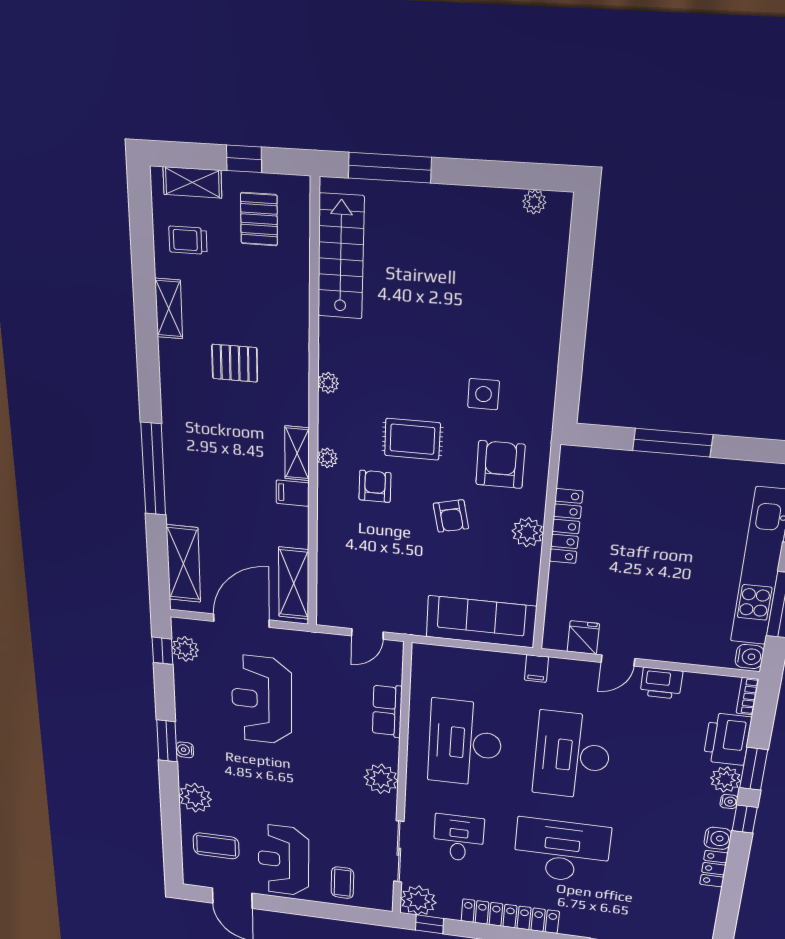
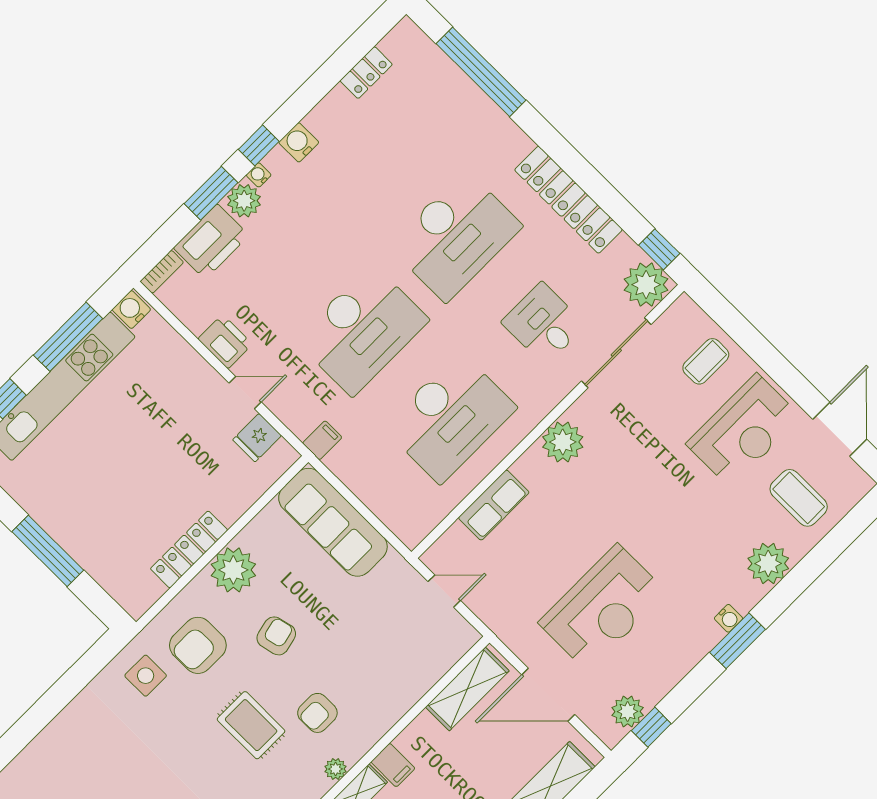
side table: (484, 394) -> (146, 676), moved
plant: (528, 532) -> (233, 570), width x1.36, depth x1.36
desk: (459, 838) -> (544, 324), turned 90
desk: (562, 851) -> (456, 236), turned -90
locker: (714, 869) -> (366, 73), moved

